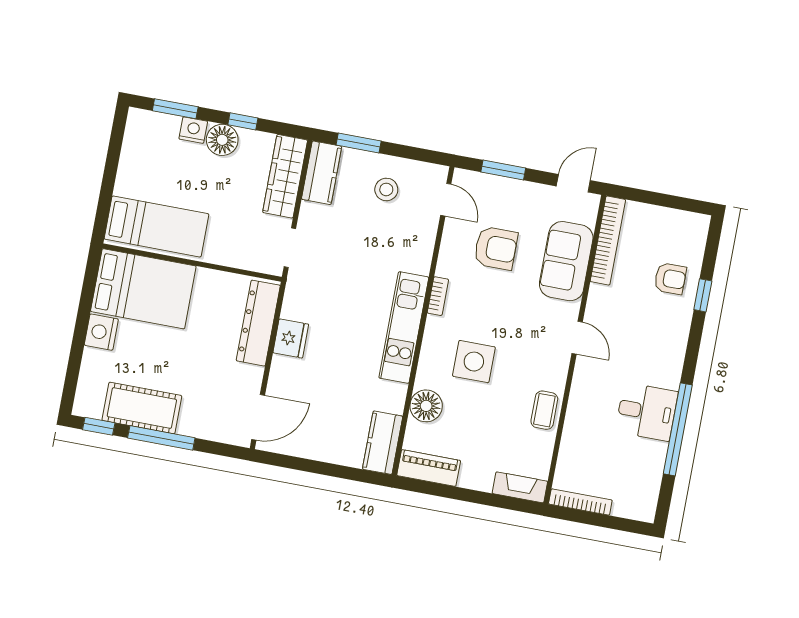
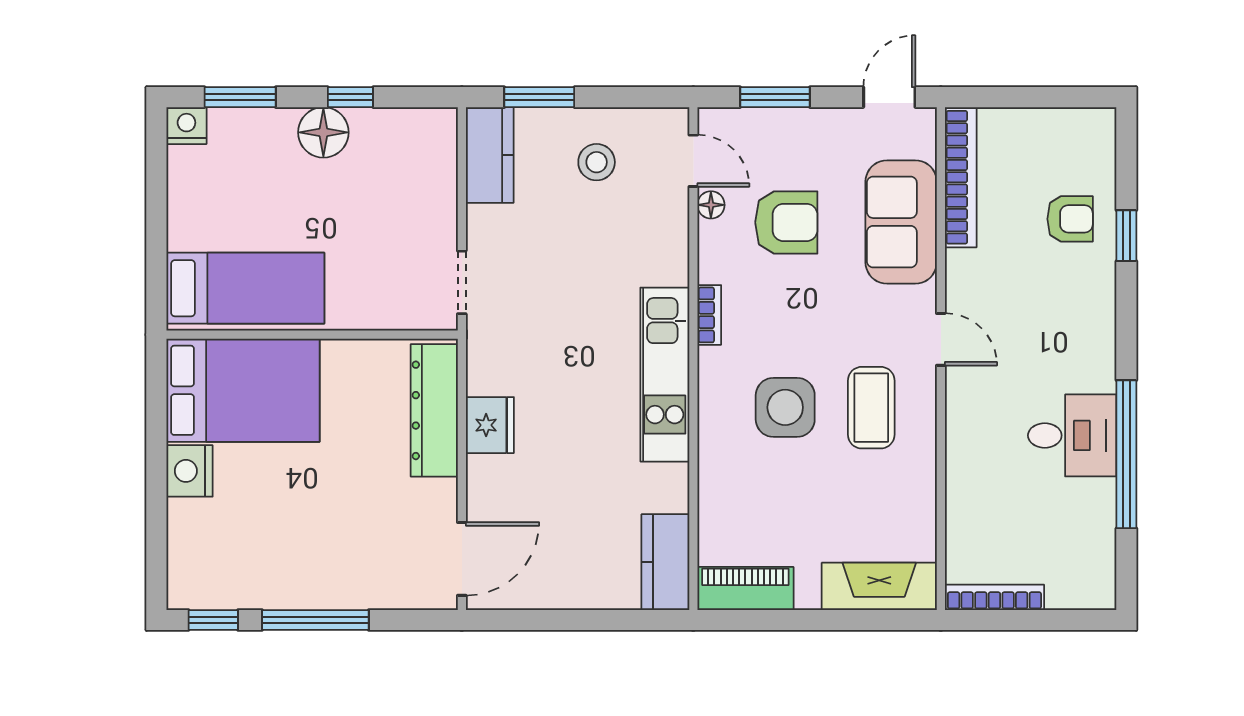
nightstand: (193, 130) -> (186, 126), moved
wardrobe: (285, 176) -> (433, 171), removed
floor lamp: (426, 406) -> (711, 205), moved, width x0.53, depth x0.53
cot: (142, 408) -> (276, 579), removed
coffee table: (544, 410) -> (871, 408), moved, width x1.36, depth x1.30
fireplace: (520, 487) -> (879, 586), width x1.37, depth x1.32

